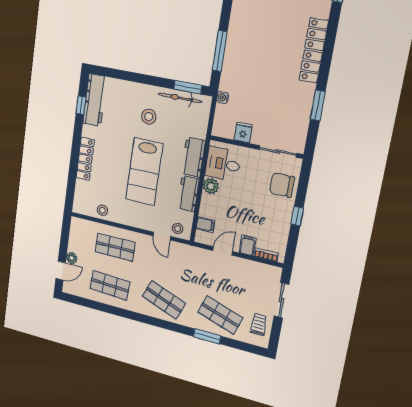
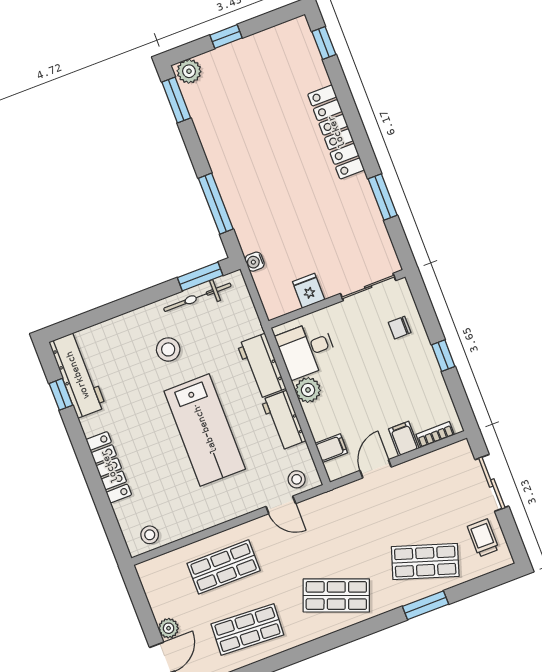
chair: (282, 185) -> (400, 328), width x0.54, depth x0.54
stool: (102, 210) -> (150, 535), moved

